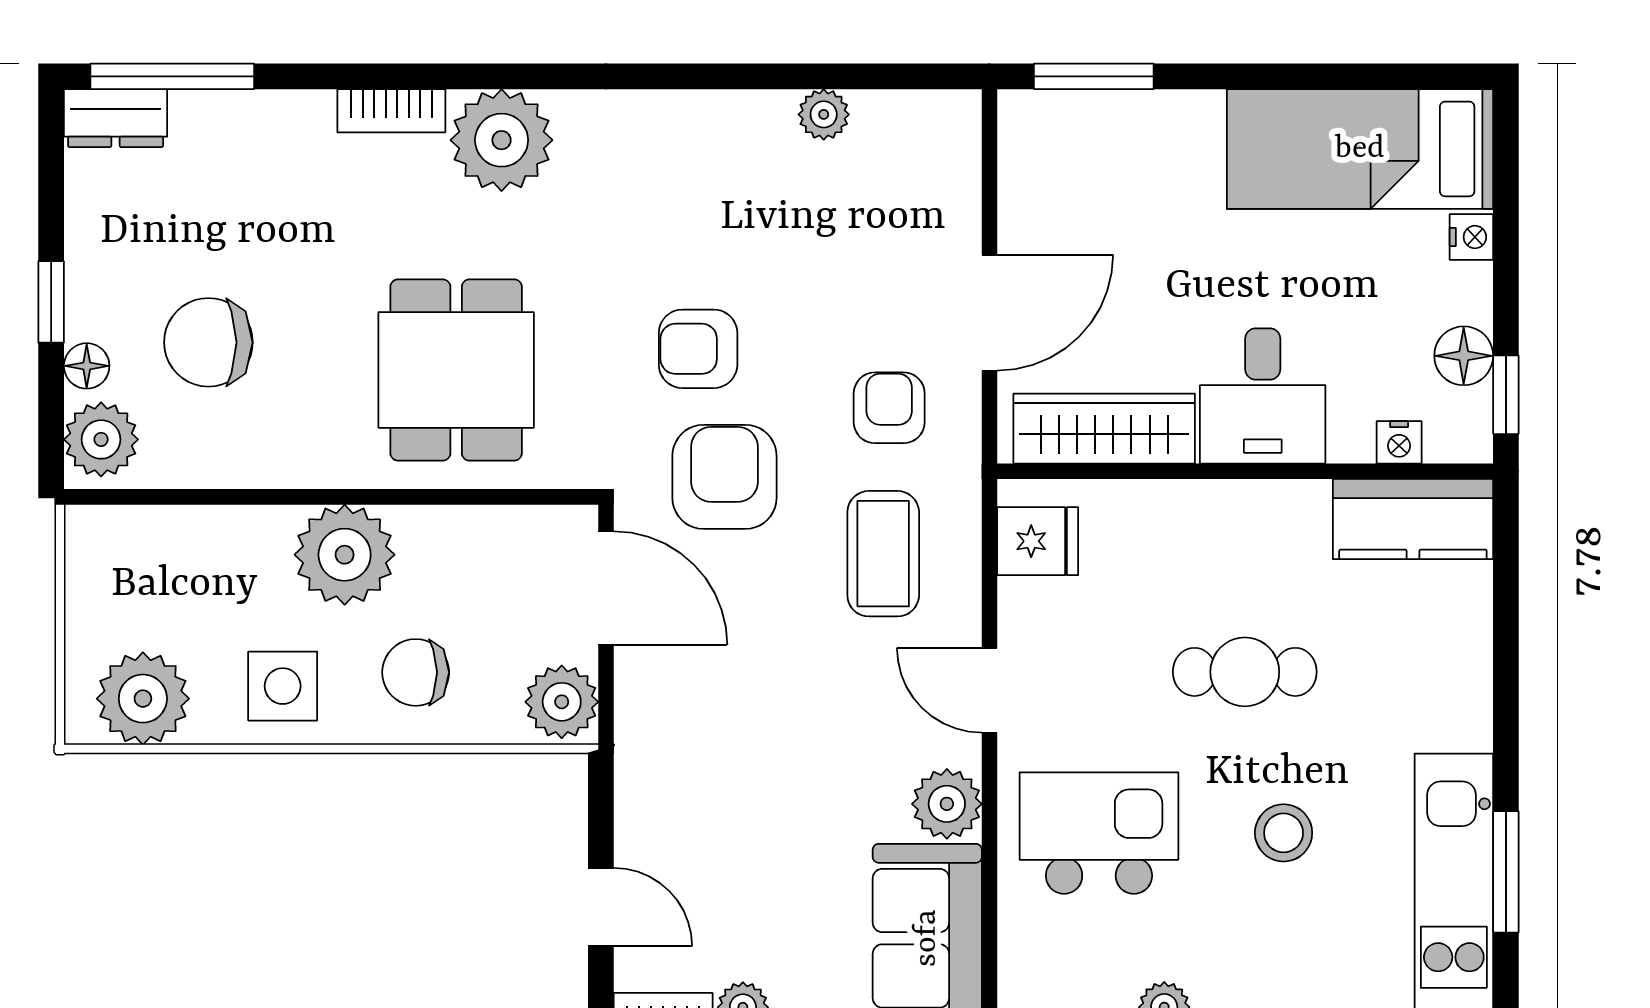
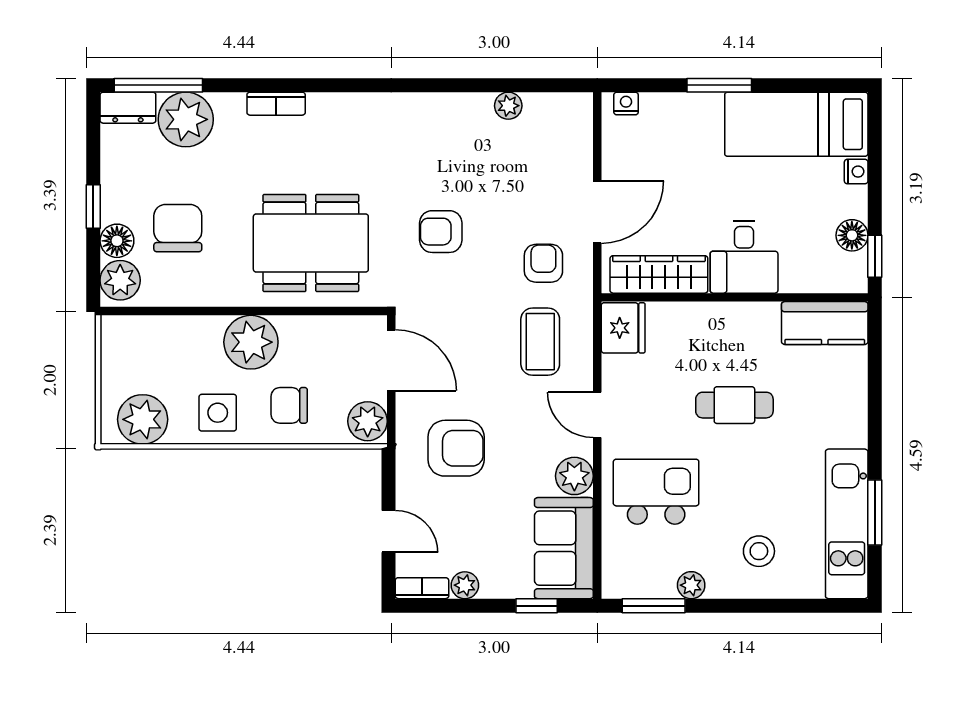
window: (1094, 76) -> (719, 85), moved
plant: (502, 140) -> (186, 119), moved
chair: (208, 342) -> (178, 228), turned 90
floor lamp: (87, 366) -> (117, 241), width x1.37, depth x1.37
dining table: (456, 370) -> (311, 243), width x1.38
nightstand: (1399, 442) -> (626, 103), moved, turned 180
armchair: (724, 477) -> (456, 448), moved, turned 90
fridge: (1038, 541) -> (623, 328), width x1.38
stool: (1284, 833) -> (759, 551), moved

